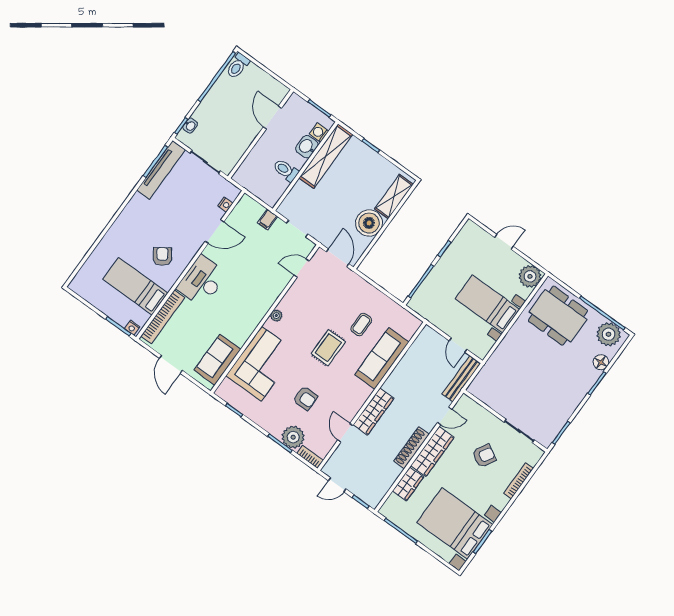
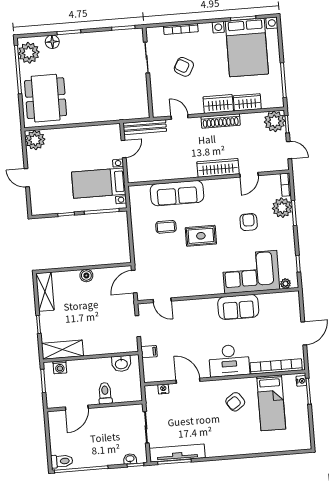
washbasin: (307, 147) -> (121, 364), moved
shelving: (326, 156) -> (62, 350), width x0.68
toilet: (286, 170) -> (105, 393), moved, turned 180
shelving: (394, 197) -> (45, 292), moved, turned 90
boiler: (369, 223) -> (86, 275), width x0.54, depth x0.54
bed with nightstands: (488, 304) -> (99, 183), moved, turned 90
plant: (276, 316) -> (286, 284), moved
sofa: (217, 360) -> (238, 307), moved
wardrobe: (432, 451) -> (218, 104), width x0.67
plant: (372, 493) -> (275, 121), added

